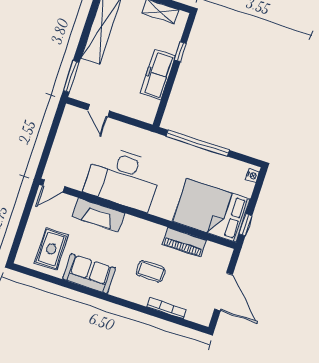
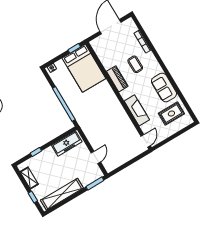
freezer: (158, 75) -> (67, 144), moved
desk: (123, 178) -> (111, 117), removed
door: (54, 186) -> (146, 141), hinge flipped
piano: (184, 242) -> (117, 79), moved

